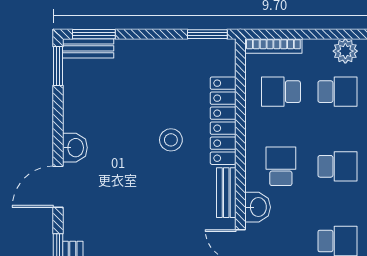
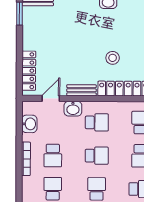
school desk: (337, 166) -> (97, 156), turned -90

